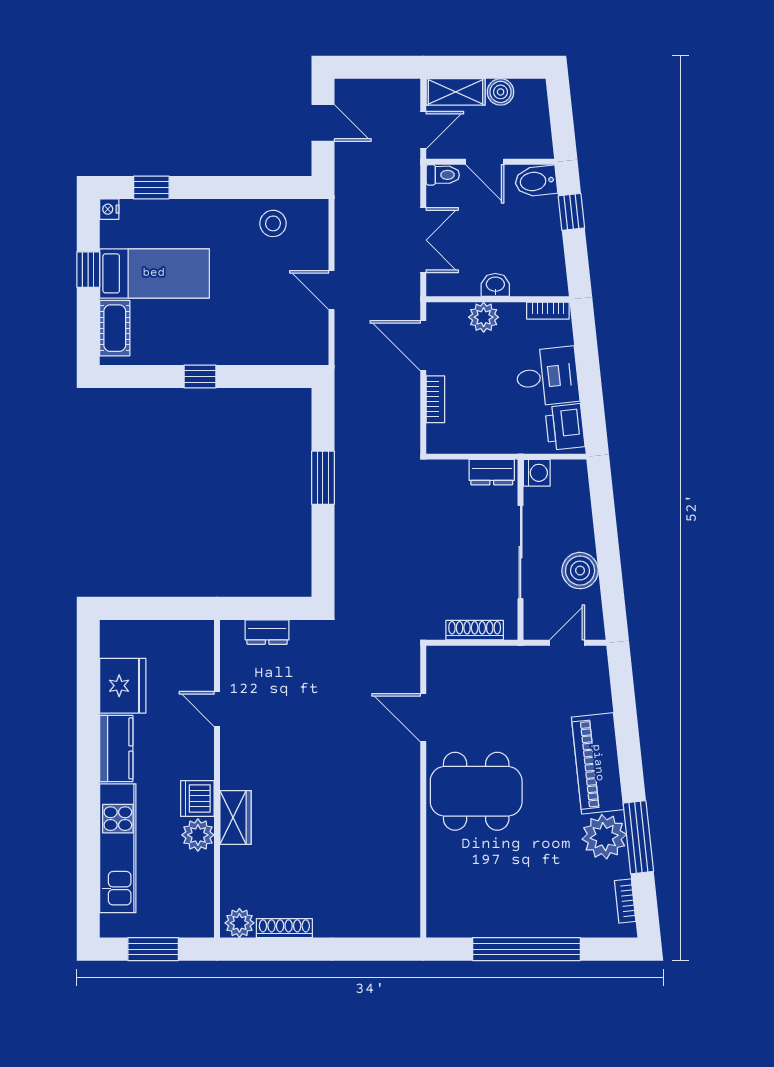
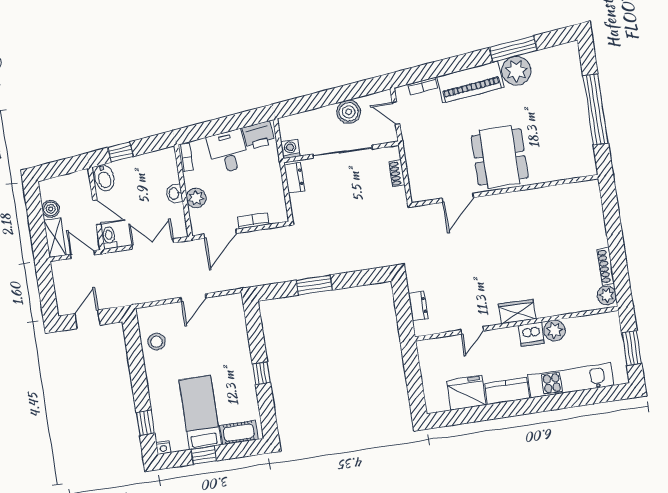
door: (485, 162) -> (97, 212), hinge flipped
shoe rack: (475, 630) -> (397, 173), width x0.70
wardrobe: (236, 817) -> (517, 311), moved
bookcase: (625, 901) -> (423, 86), moved

